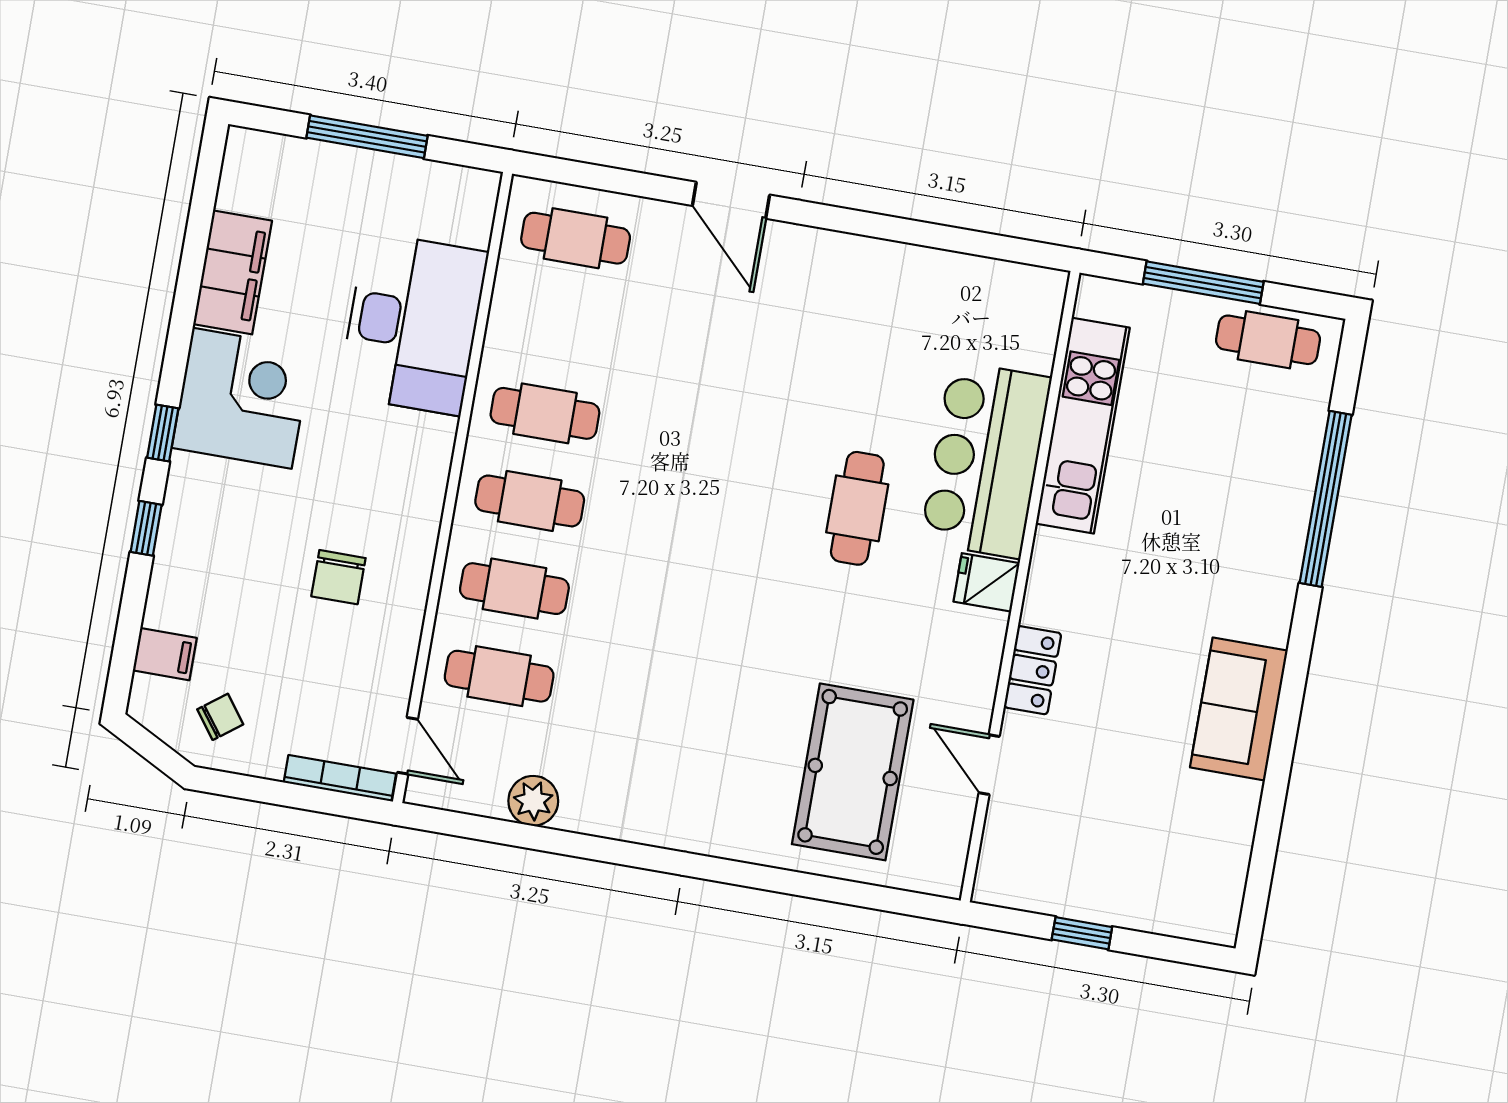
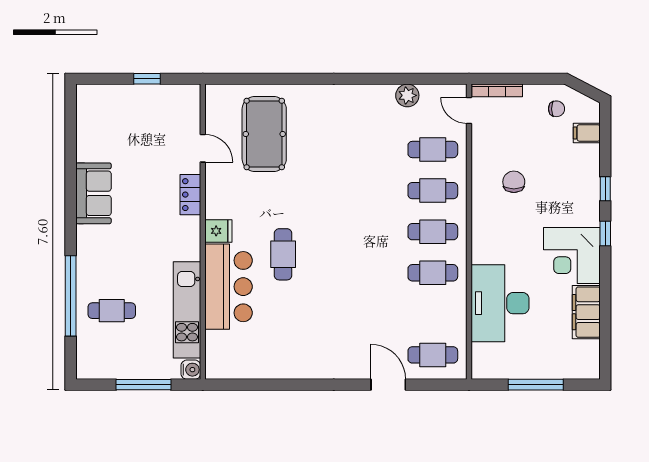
door: (731, 200) -> (388, 385), moved
water cooler: (1097, 297) -> (191, 370), added
cafe table: (1268, 340) -> (112, 311), moved
chair: (220, 717) -> (556, 109), turned -143

